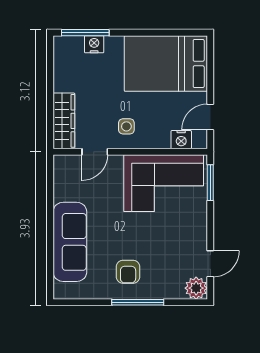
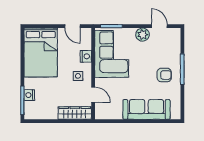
nightstand: (181, 140) -> (86, 56), moved
plant: (196, 288) -> (143, 35), moved

